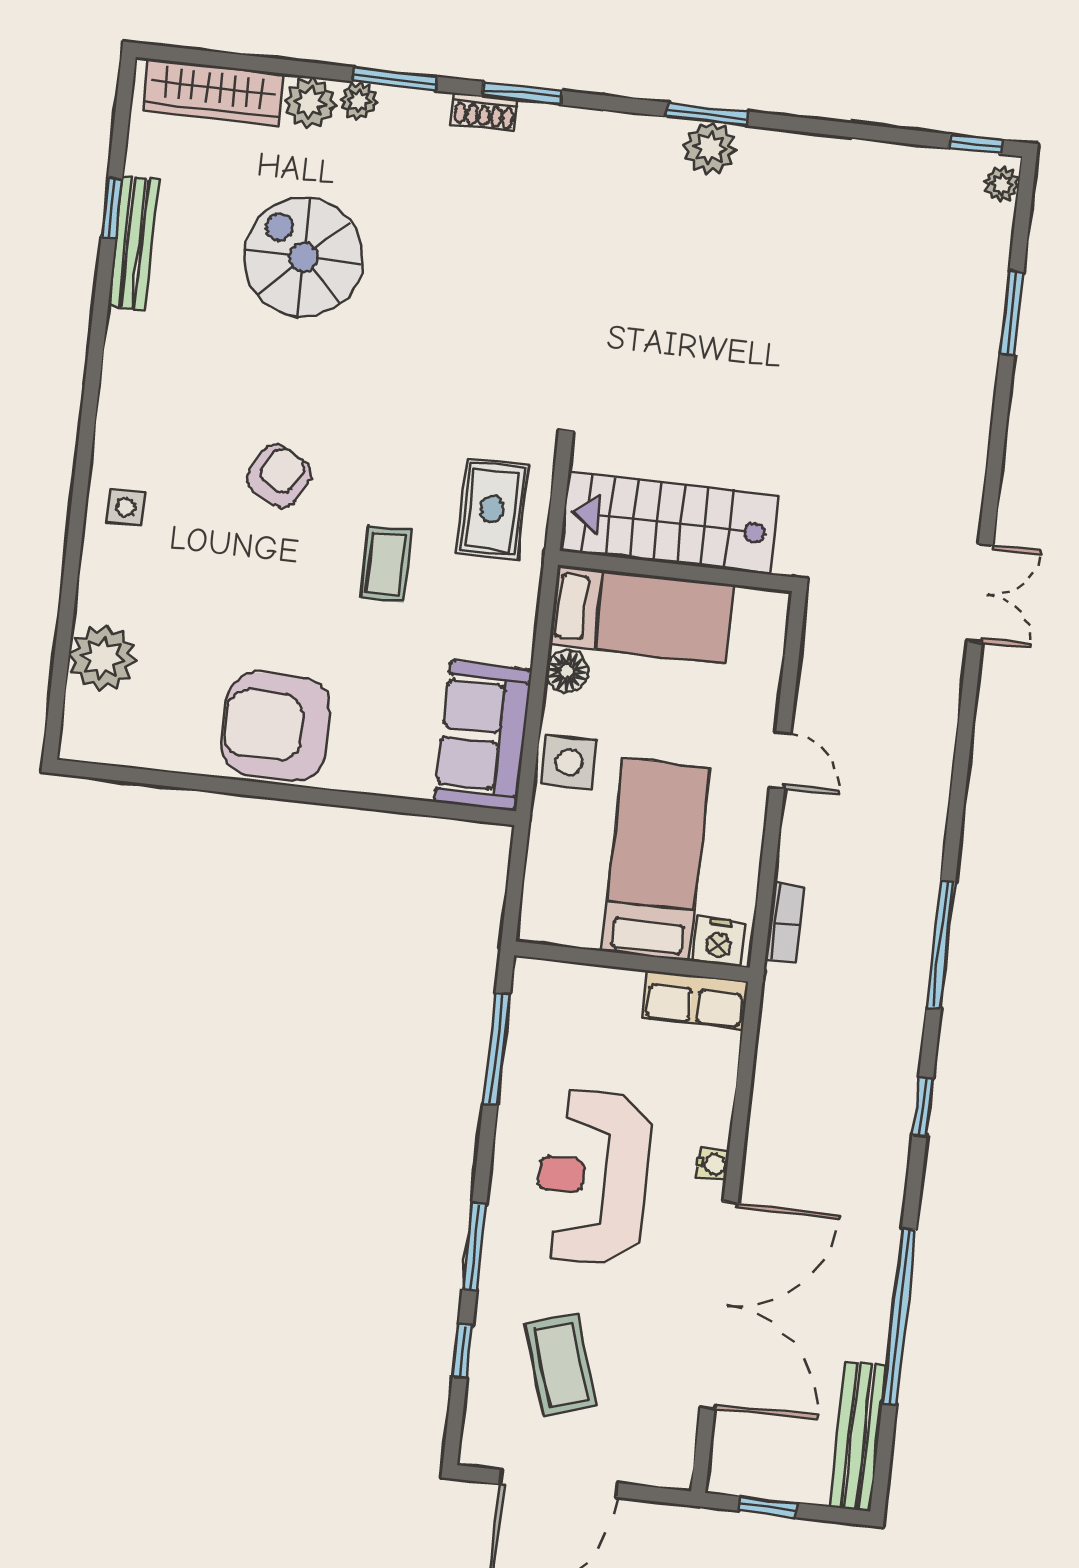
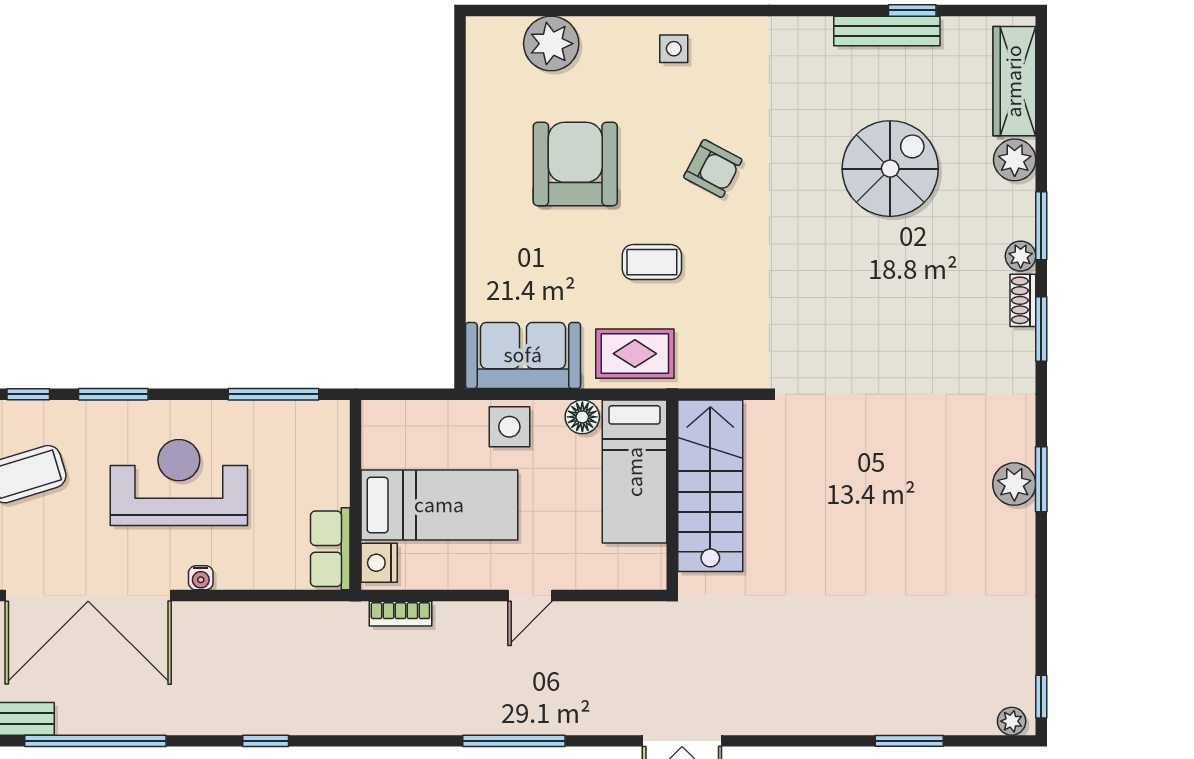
plant: (359, 101) -> (1021, 256), moved
rug: (492, 509) -> (635, 354), moved
armchair: (276, 727) -> (575, 164), moved
window: (941, 945) -> (514, 741), moved

